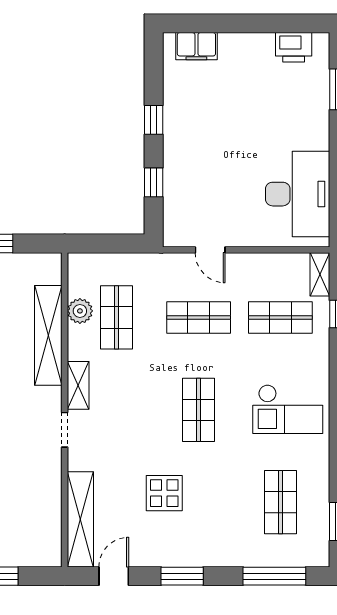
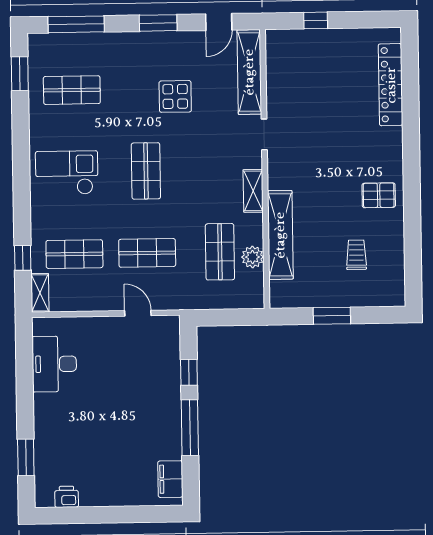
filing cabinet: (196, 46) -> (170, 479), moved, turned -90
printer: (294, 47) -> (67, 497), width x0.73, depth x0.81
window: (154, 120) -> (190, 428), width x2.17
desk: (298, 194) -> (54, 364), width x0.73, depth x0.77
doorway: (65, 430) -> (264, 134), moved
shop shelf: (280, 502) -> (72, 90), turned 90

